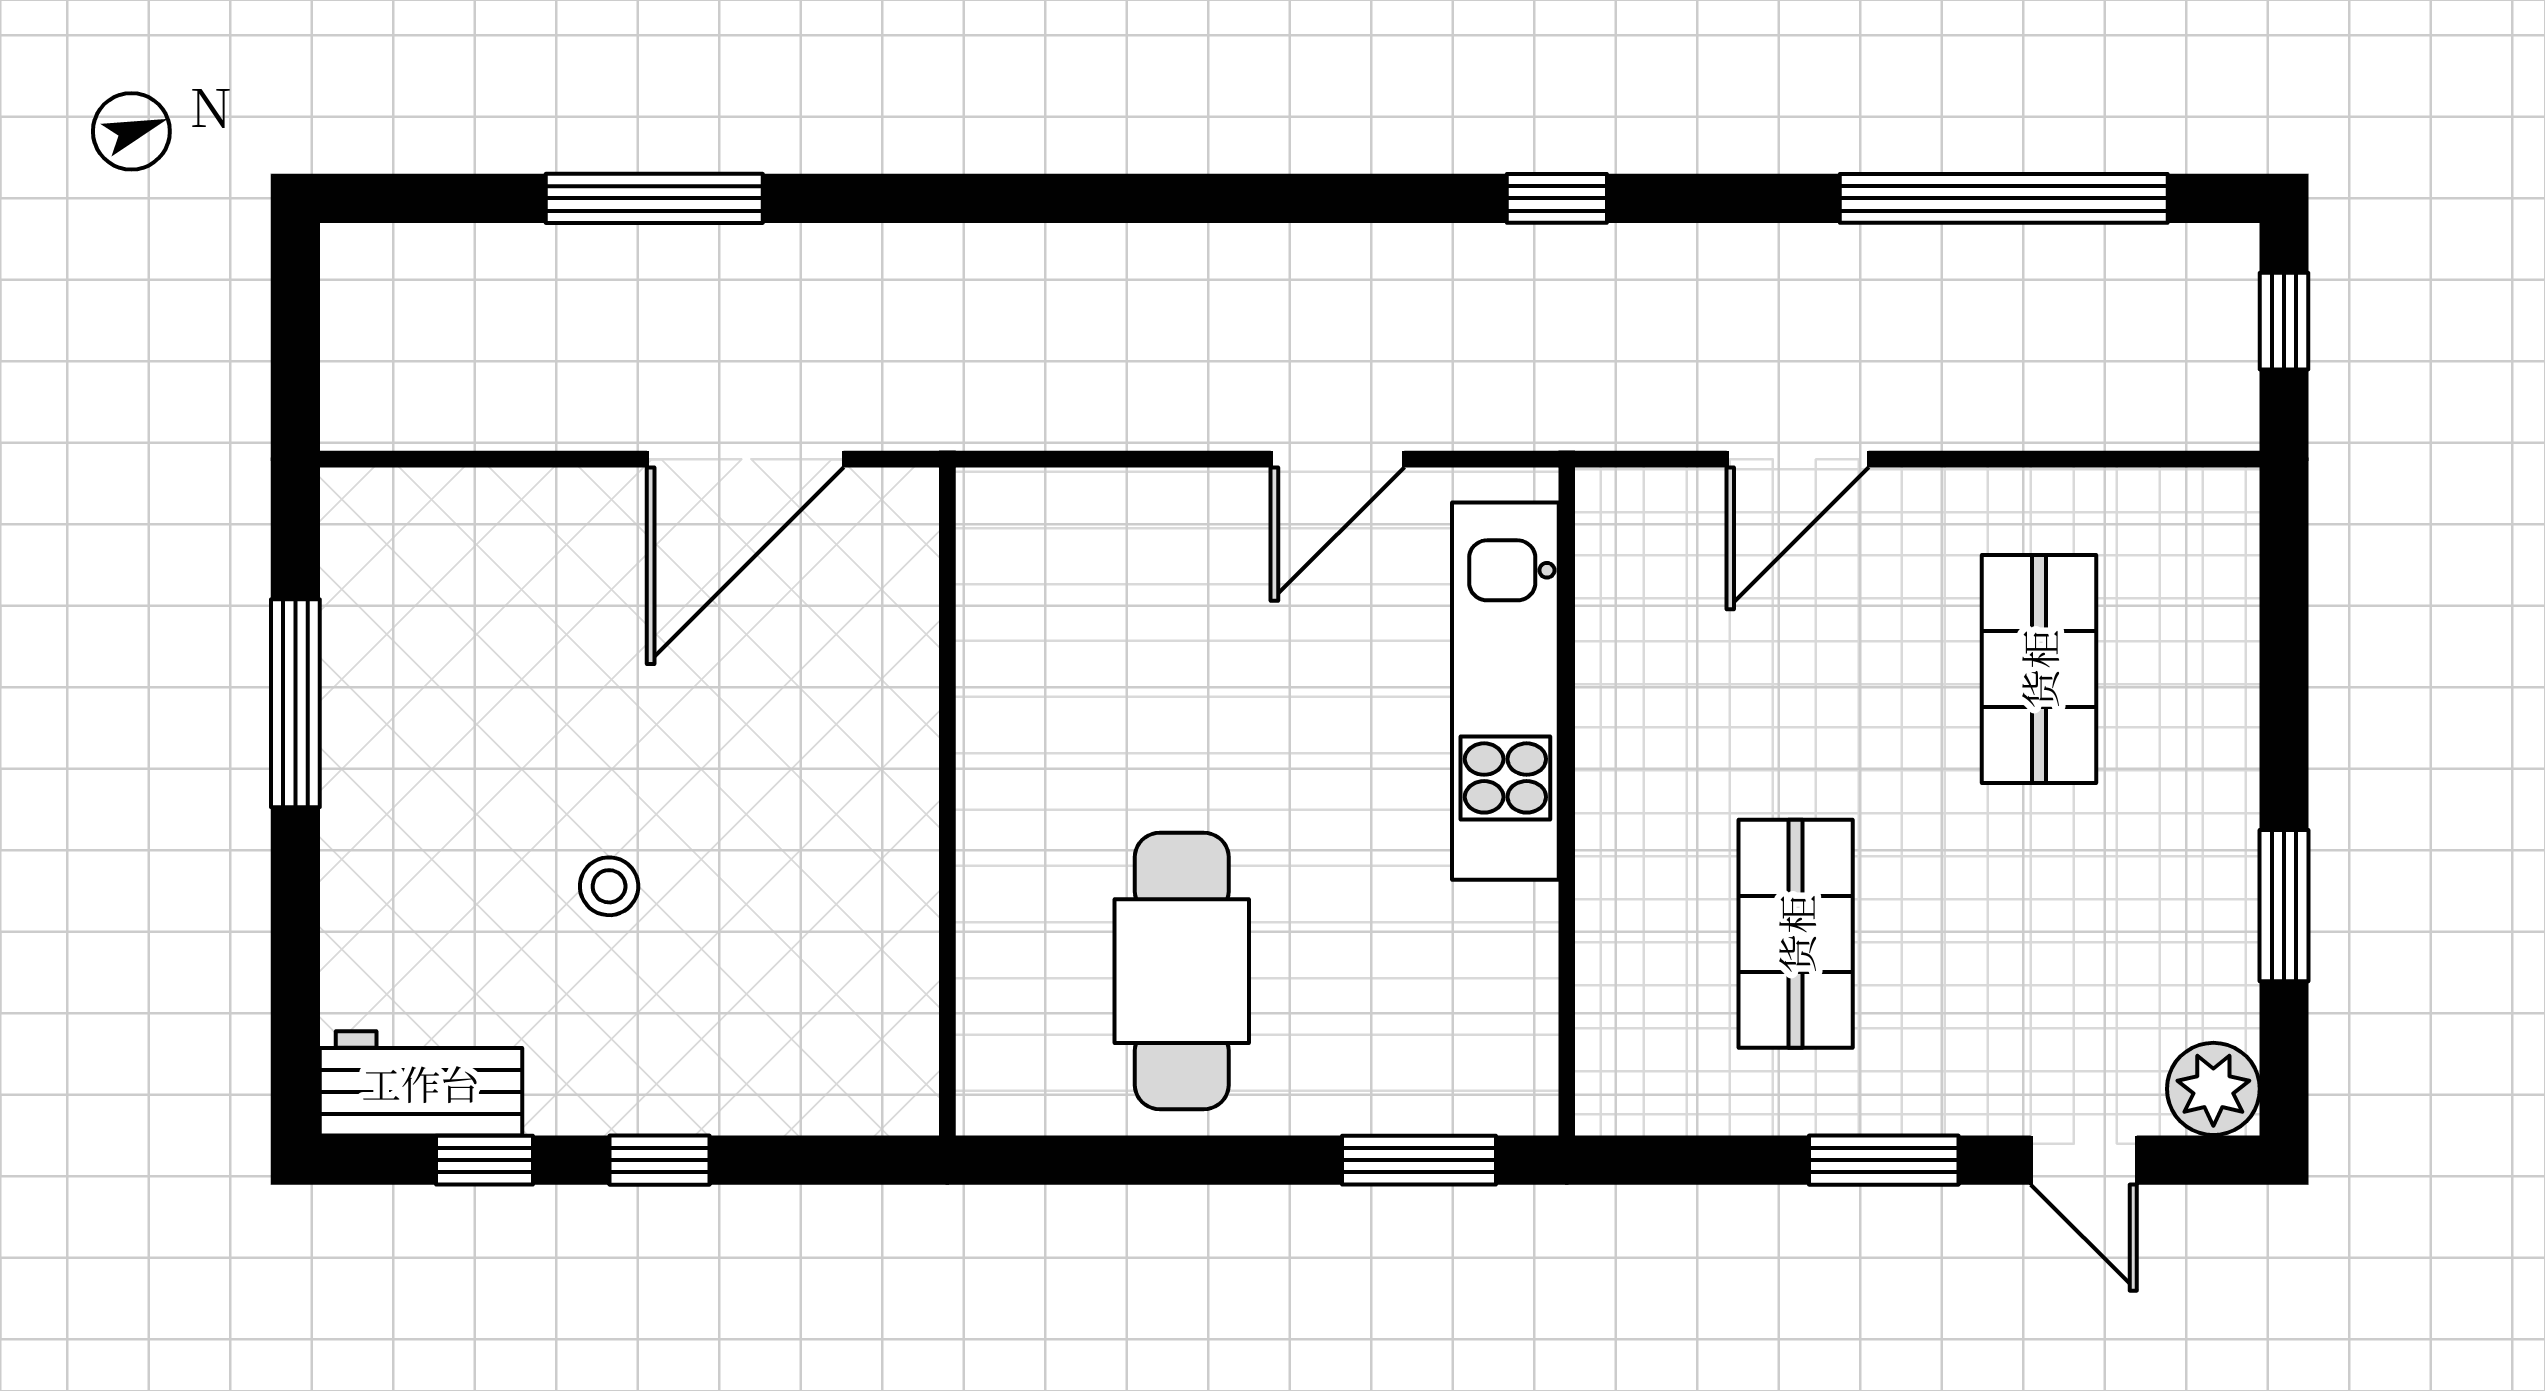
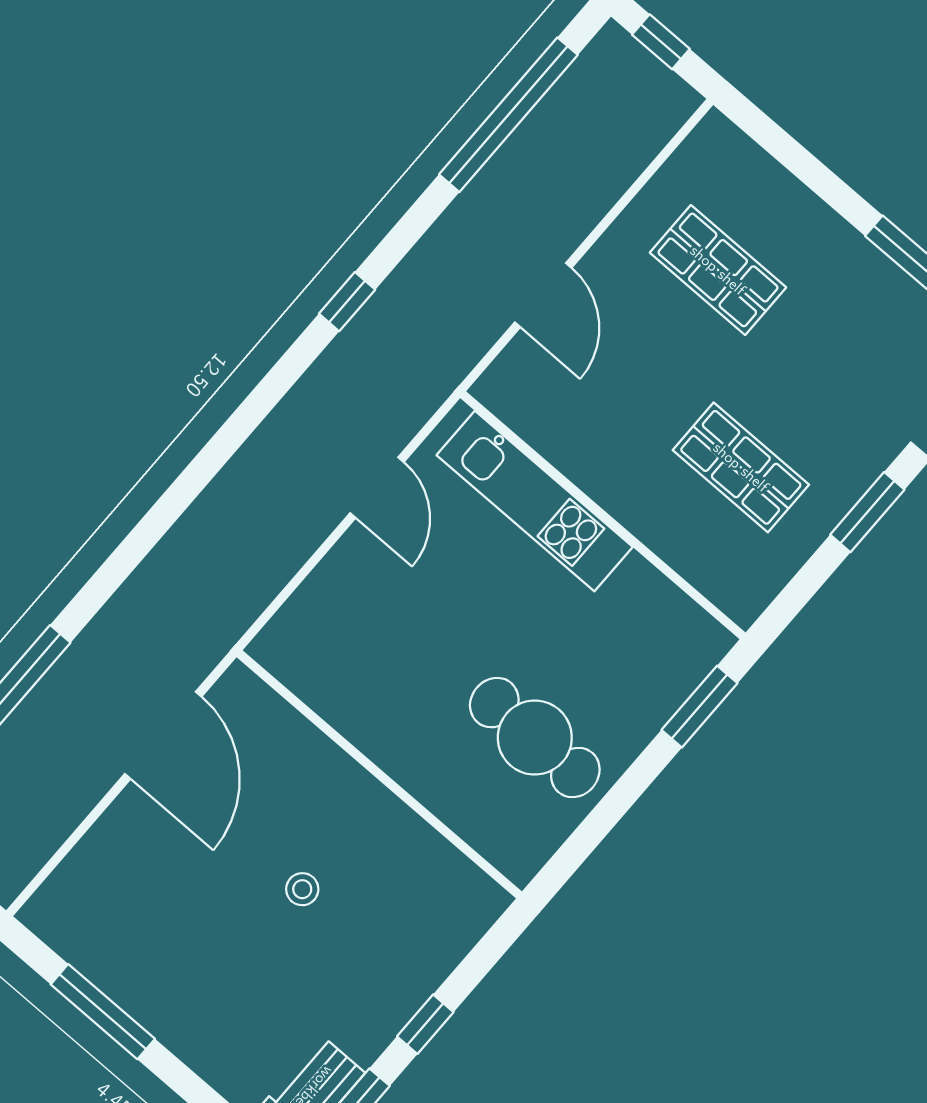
stool: (609, 886) -> (302, 889), moved

